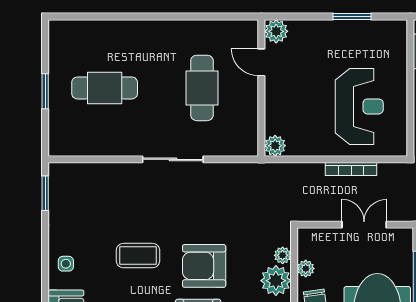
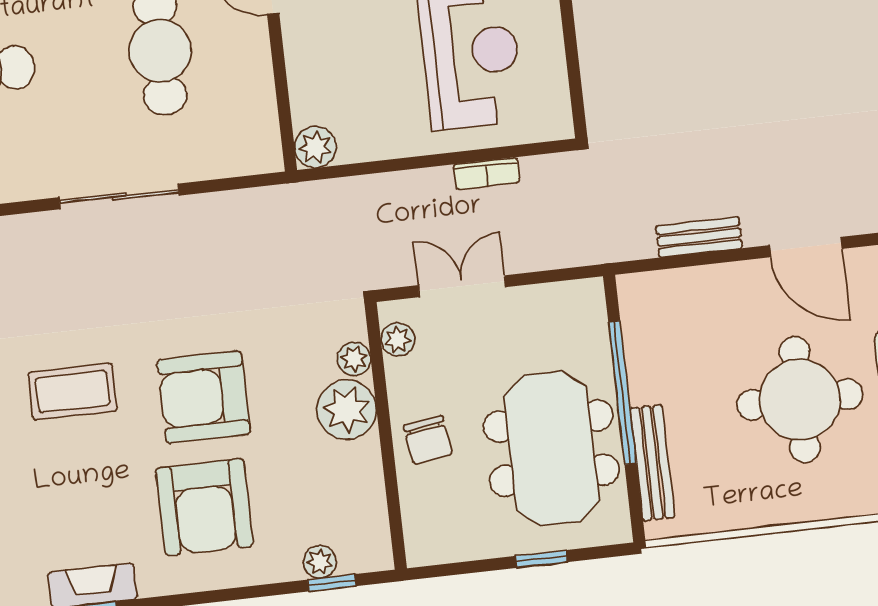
bookcase: (351, 169) -> (486, 174), width x0.64
double door: (364, 225) -> (462, 286), moved
plant: (306, 269) -> (398, 339), moved

